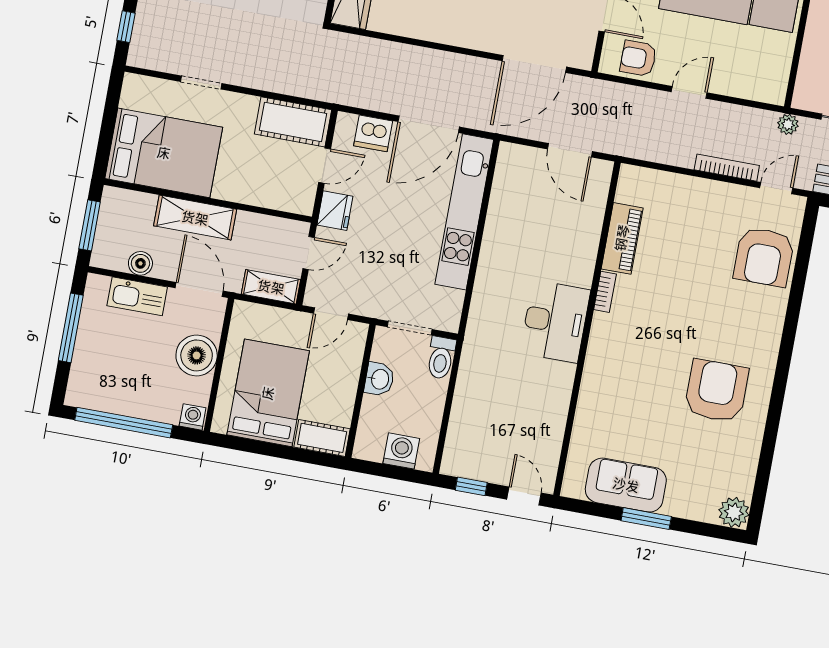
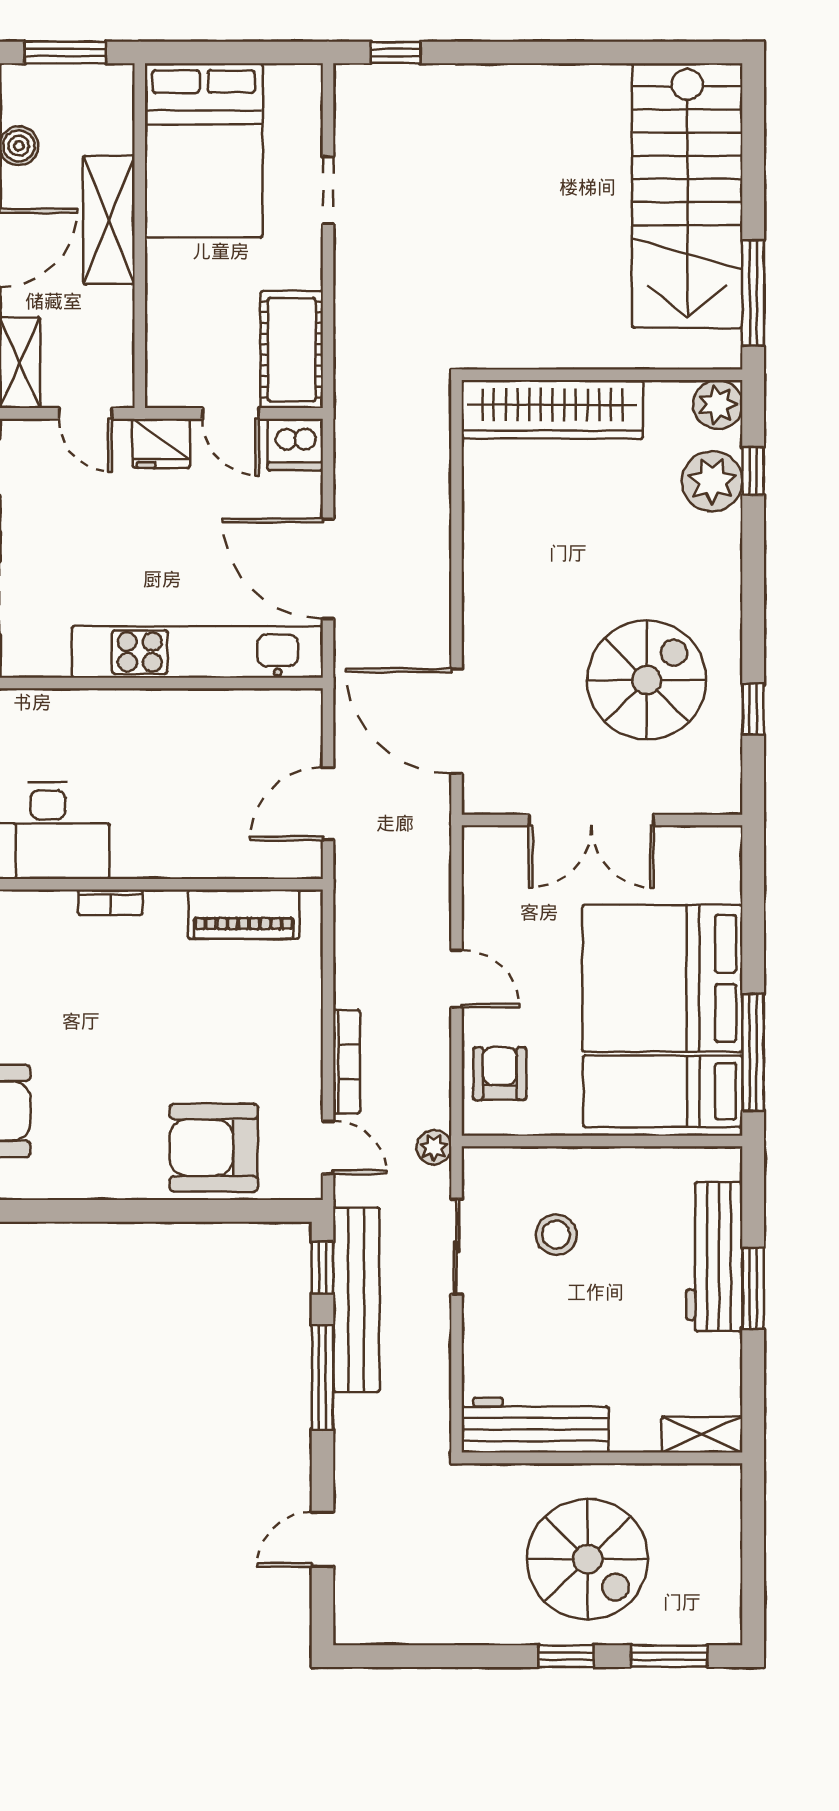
armchair: (638, 58) -> (500, 1074), moved
dishwasher: (373, 133) -> (295, 444), moved, turned -90
piano: (622, 238) -> (244, 914), moved

